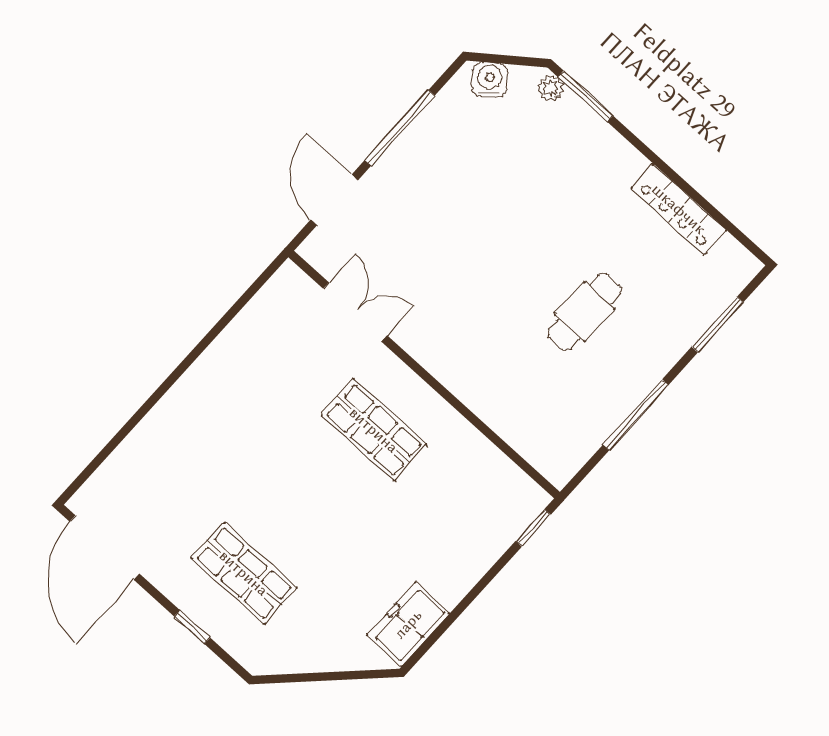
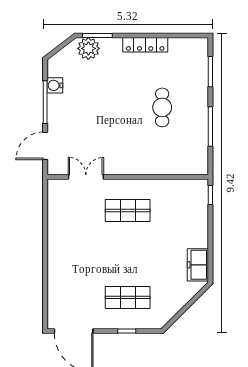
water cooler: (490, 80) -> (55, 85), moved, turned -53
plant: (550, 88) -> (88, 48), width x1.87, depth x1.87
door: (334, 200) -> (45, 146), hinge flipped
locker: (679, 209) -> (145, 45), moved

